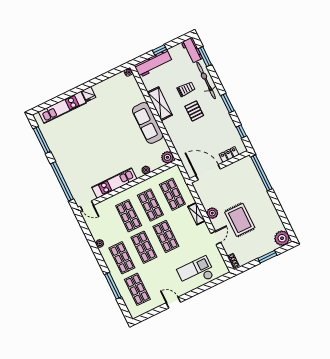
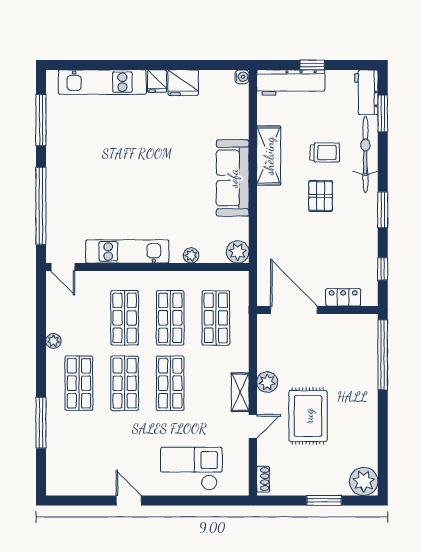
fridge: (102, 89) -> (183, 83), added
shelving: (196, 214) -> (240, 392), moved
shop shelf: (137, 289) -> (79, 449), removed

